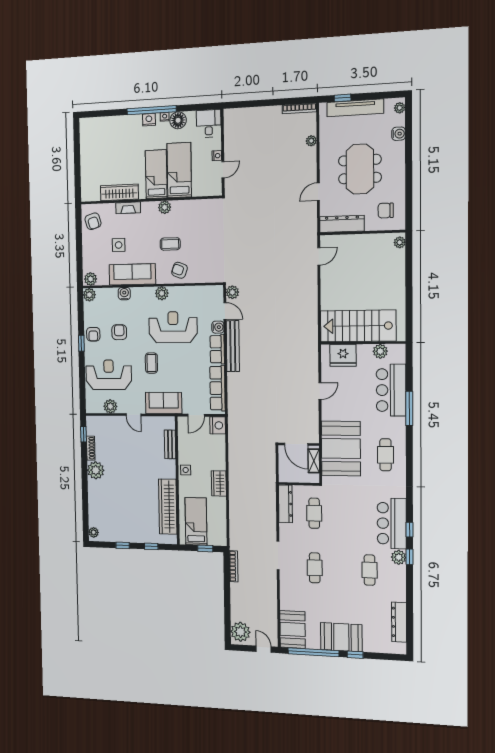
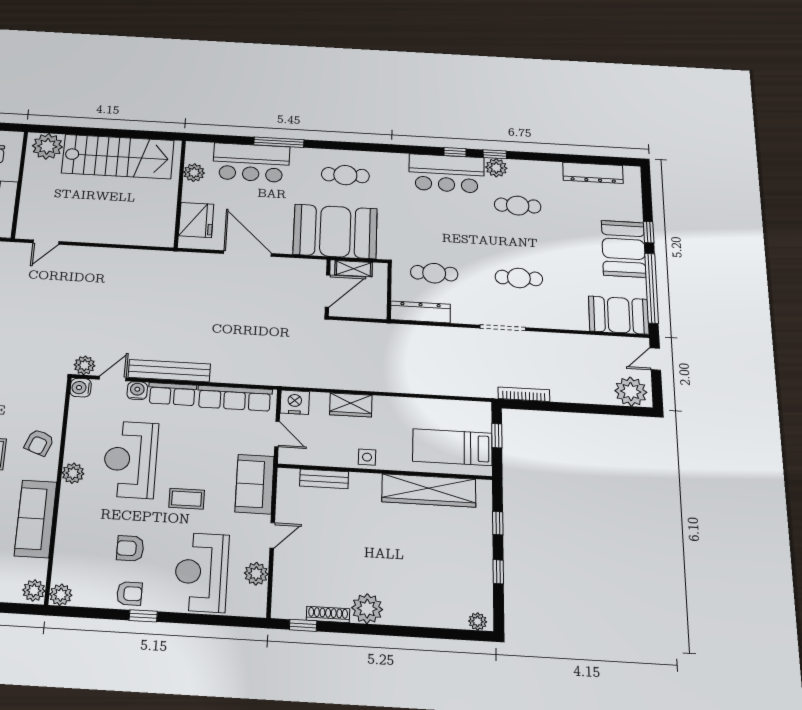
plant: (400, 242) -> (47, 146), width x1.87, depth x1.87
door: (319, 256) -> (46, 242), swing flipped
water cooler: (124, 294) -> (81, 388), moved
stairs: (358, 326) -> (118, 157), moved, turned -90
door: (320, 391) -> (247, 254), width x1.88
wardrobe: (219, 483) -> (351, 405), moved

